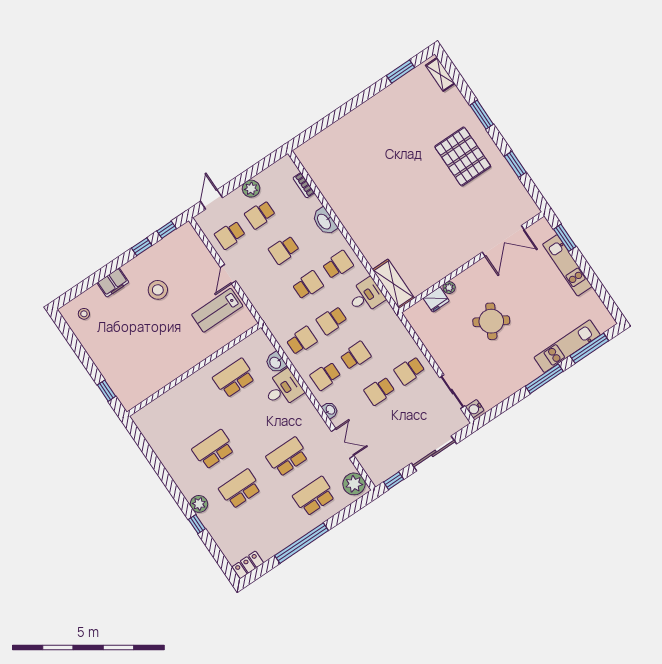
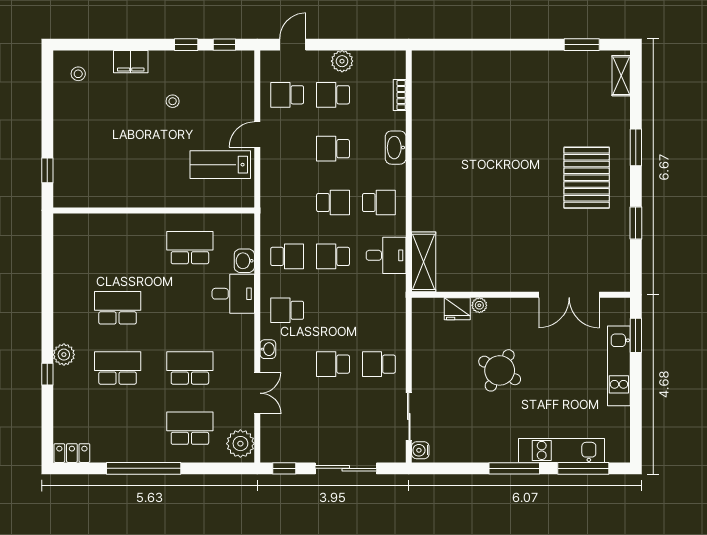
stool: (158, 290) -> (173, 101), width x0.53, depth x0.53
school desk: (356, 356) -> (333, 310), removed

